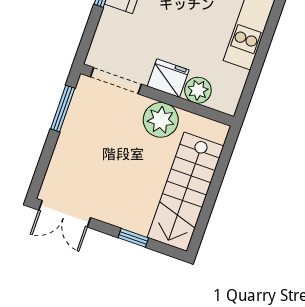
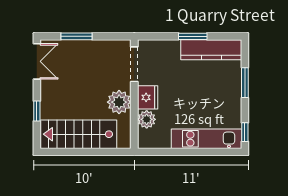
window: (63, 109) -> (77, 36), moved
double door: (65, 214) -> (37, 61), swing flipped

